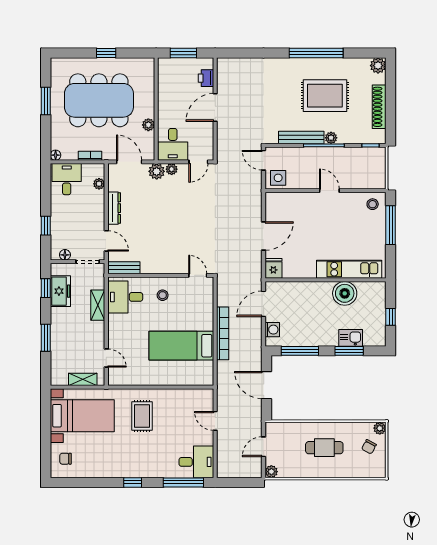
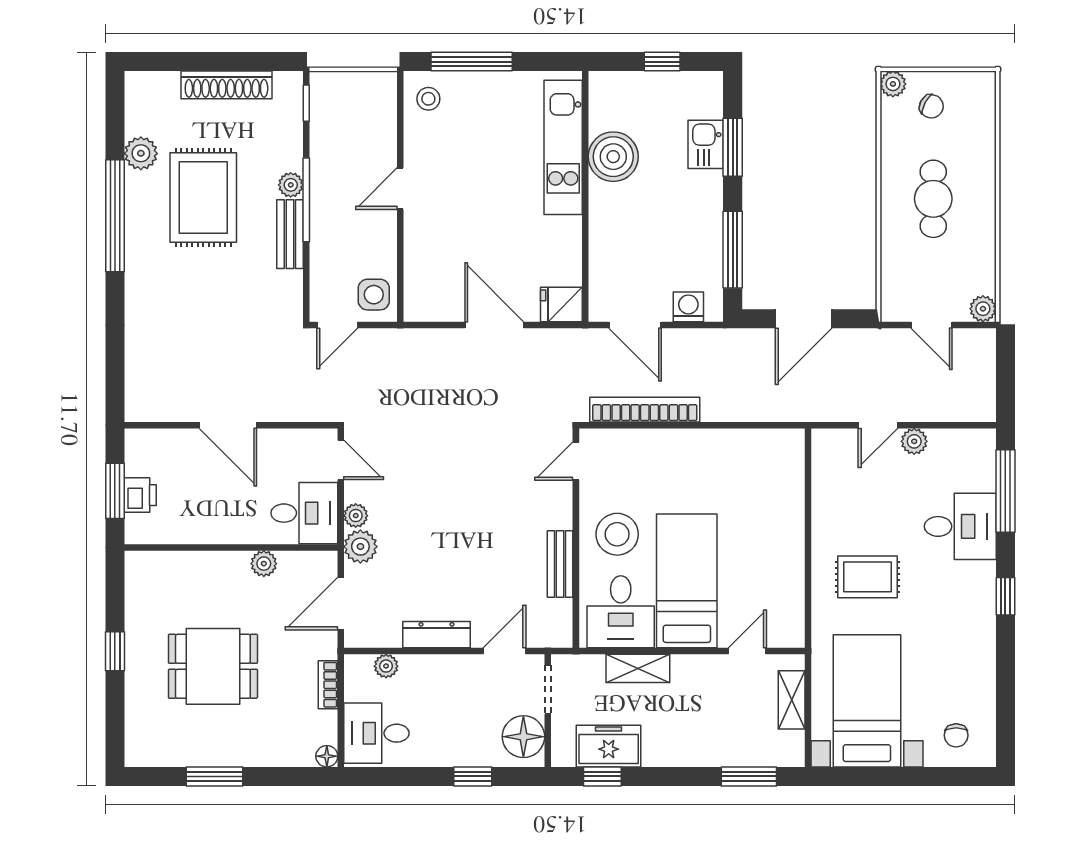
plant: (378, 66) -> (141, 153), moved
printer: (206, 78) -> (140, 495), moved, turned -90
dining table: (99, 100) -> (213, 666), width x0.53, depth x0.80
bench: (301, 137) -> (290, 234), width x0.73
floor lamp: (65, 255) -> (523, 737), width x1.89, depth x1.89
bench: (124, 268) -> (560, 564), moved
stool: (163, 295) -> (617, 534), width x1.89, depth x1.89
bookcase: (223, 333) -> (645, 410), moved
window: (46, 338) -> (749, 776), moved
bed: (181, 346) -> (687, 581), moved, turned 180
plant: (207, 438) -> (914, 441), added
desk: (196, 462) -> (960, 526), moved, turned 90

